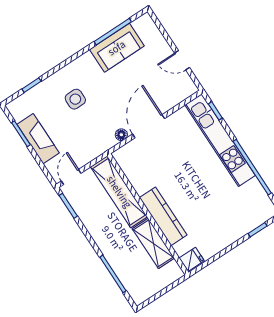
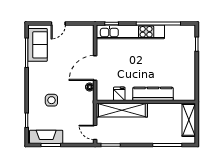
sofa: (117, 48) -> (37, 45), moved
door: (182, 60) -> (58, 23), moved
door: (149, 126) -> (95, 68), hinge flipped
fireplace: (38, 139) -> (46, 137), moved
shelving: (153, 243) -> (189, 120), moved, turned 90
fridge: (192, 259) -> (119, 94), moved

